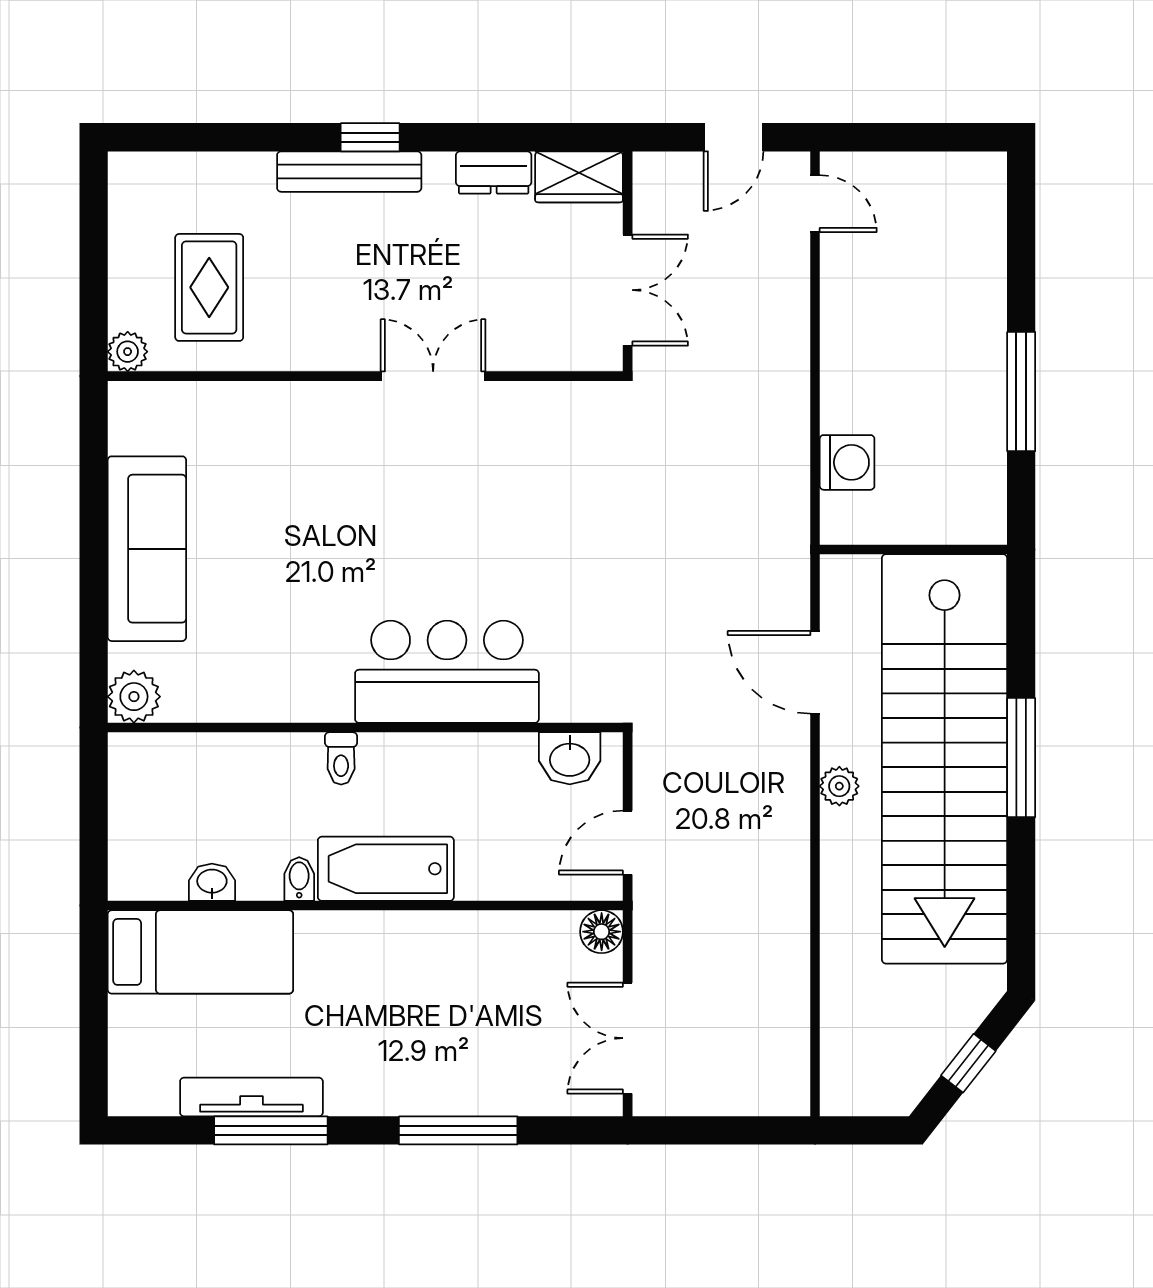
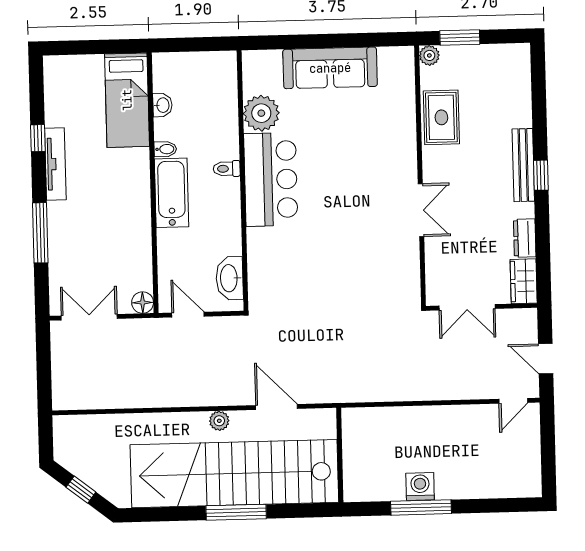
rug: (209, 287) -> (441, 117), moved, turned 90
window: (94, 290) -> (460, 37), added
washing machine: (847, 462) -> (420, 487), moved, turned 180
bar counter: (447, 672) -> (271, 179), moved
door: (815, 672) -> (276, 407), hinge flipped
plant: (134, 697) -> (261, 113), moved, width x1.36, depth x1.36
washbasin: (570, 758) -> (230, 278), width x1.38
tv unit: (251, 1097) -> (55, 164), moved
window: (271, 1130) -> (38, 138), width x0.46

